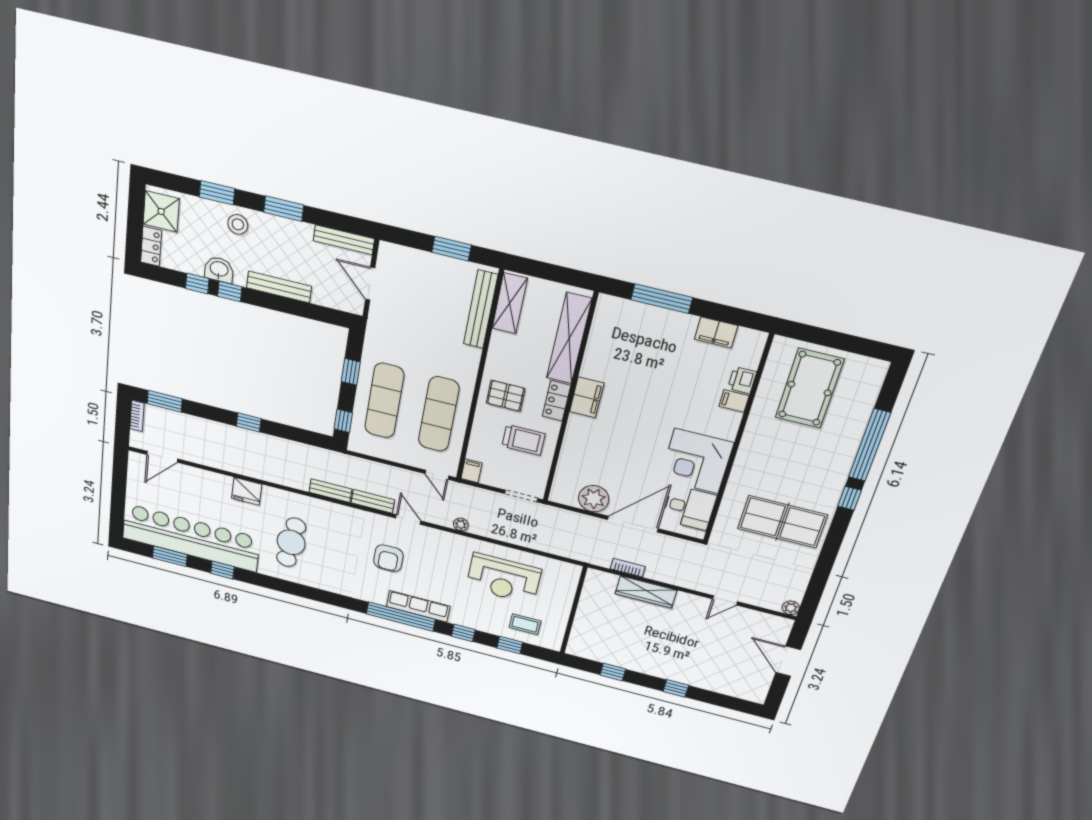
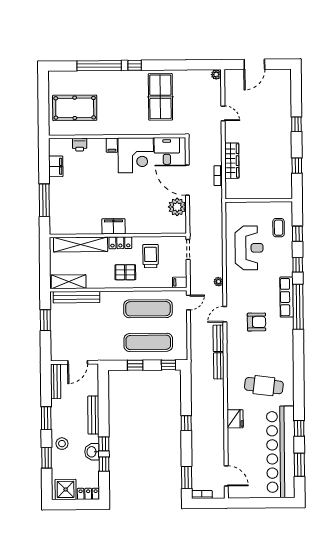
pallet: (506, 396) -> (125, 272), turned 90
filing cabinet: (734, 401) -> (112, 145), moved

